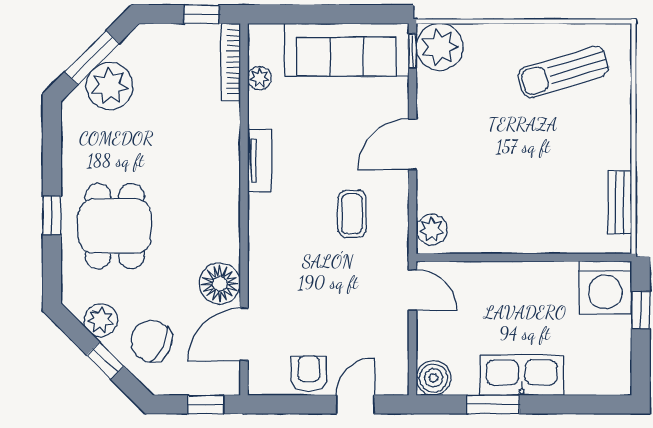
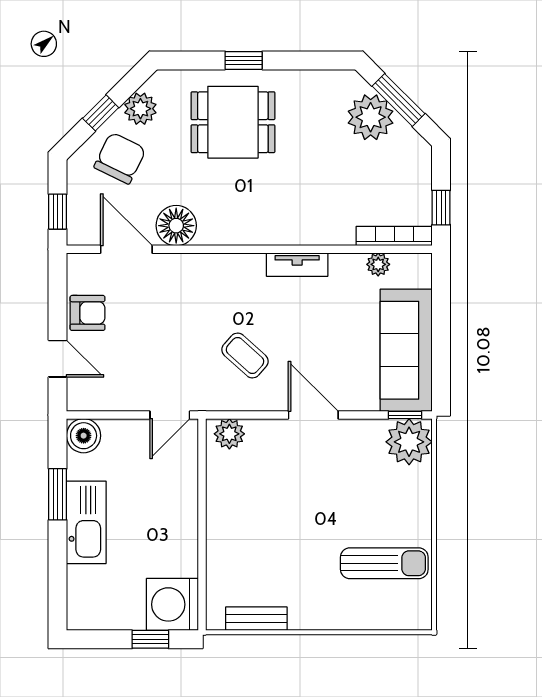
sun lounger: (563, 72) -> (384, 563), turned 107
coffee table: (352, 214) -> (245, 355), turned 42

